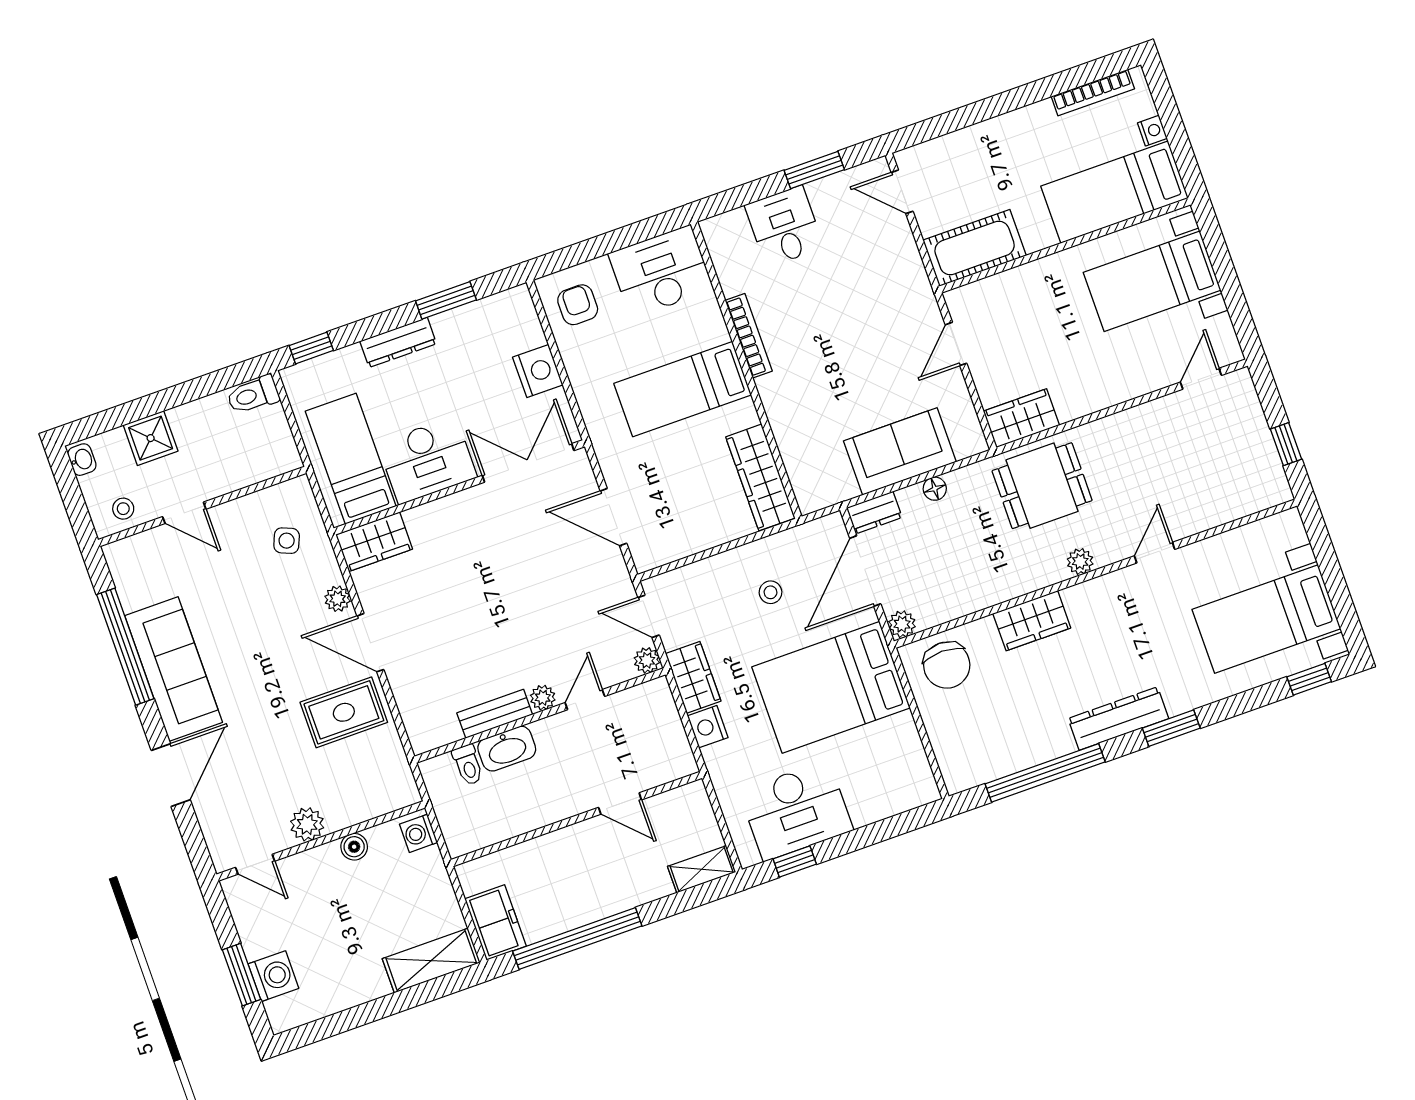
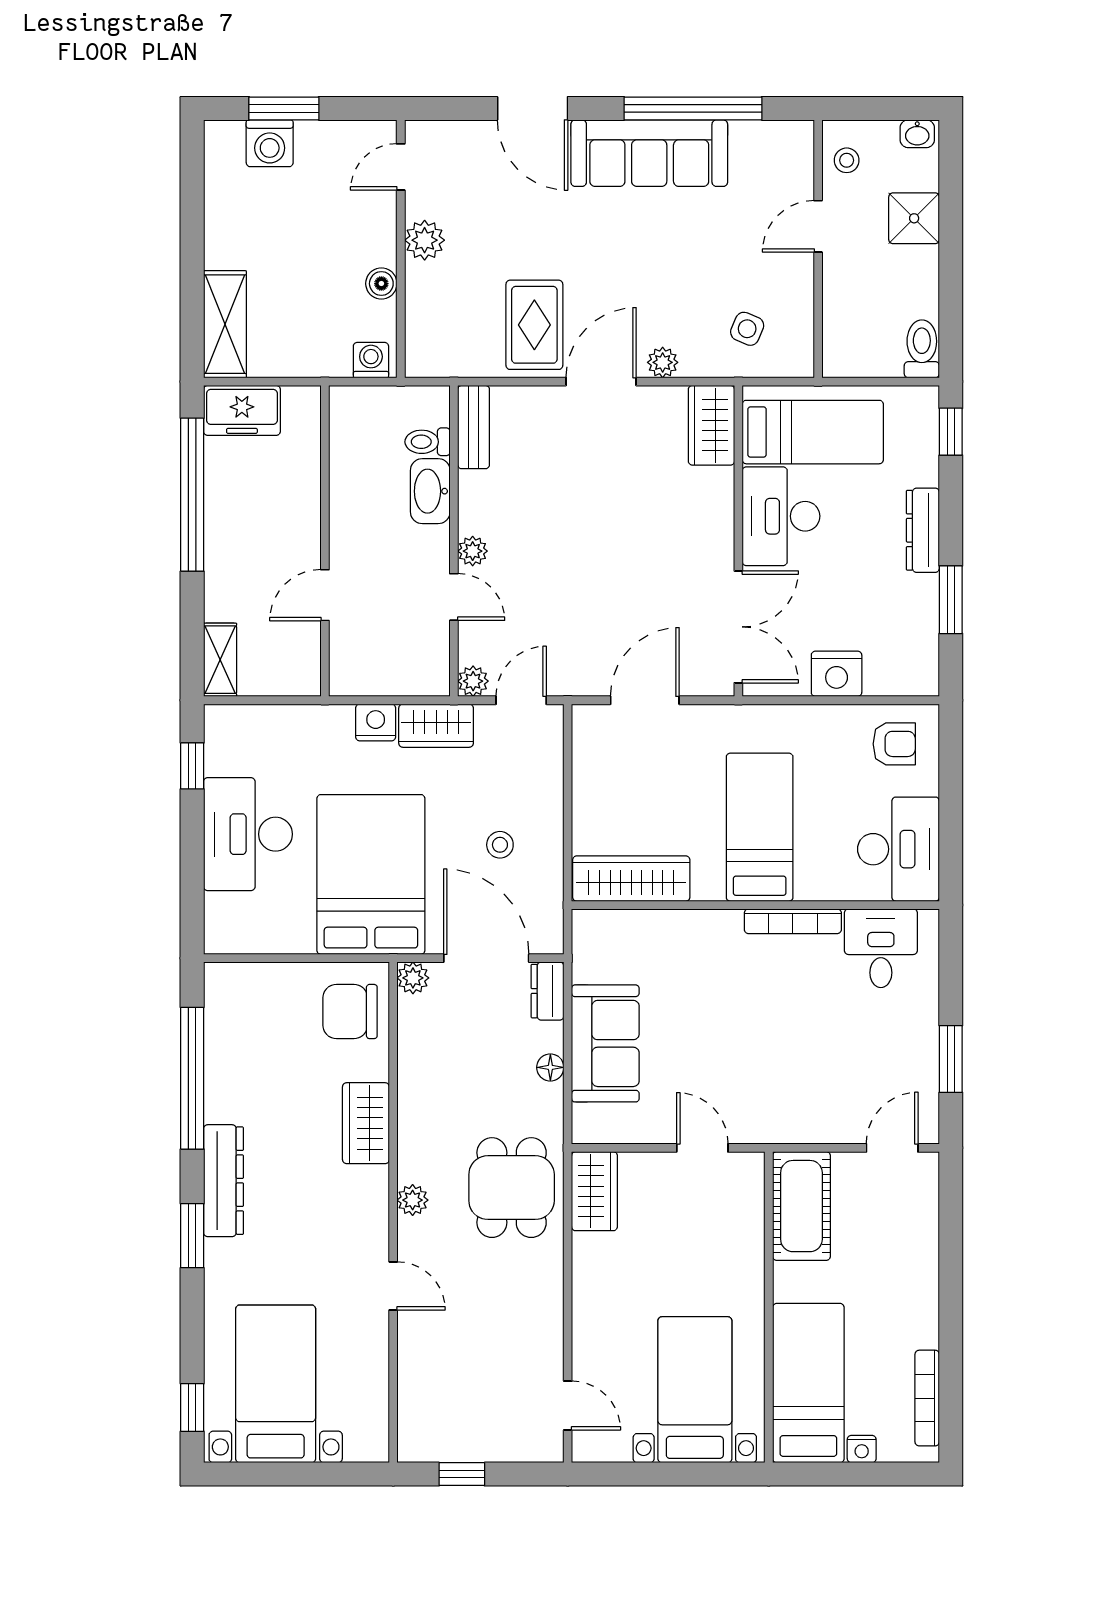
desk: (784, 226) -> (881, 948), moved, turned -90
bench: (495, 714) -> (474, 427), moved
desk: (796, 811) -> (248, 834), moved

